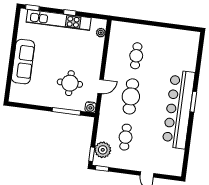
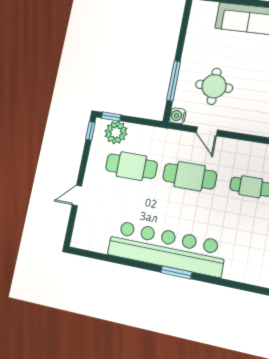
cafe table: (126, 137) -> (131, 166), width x1.37, depth x1.35

